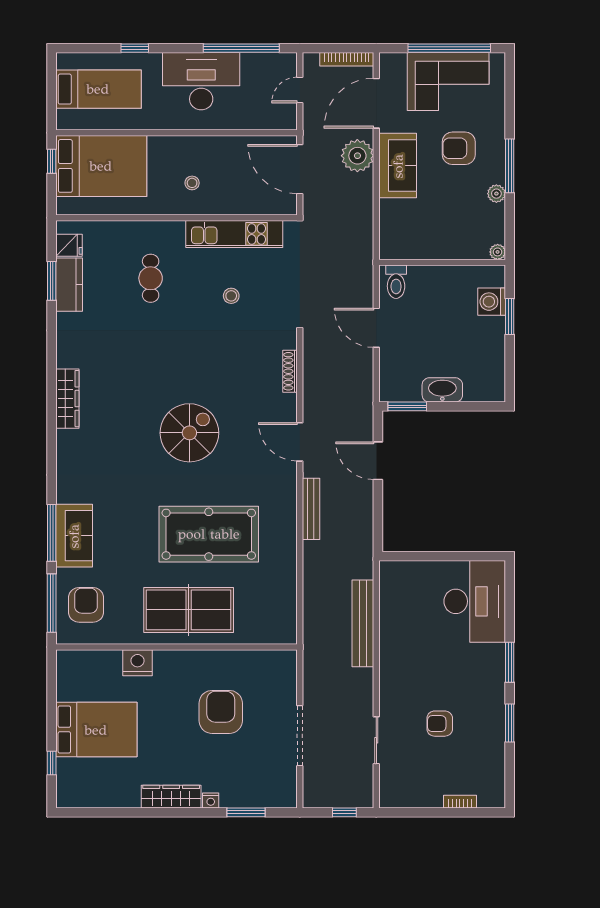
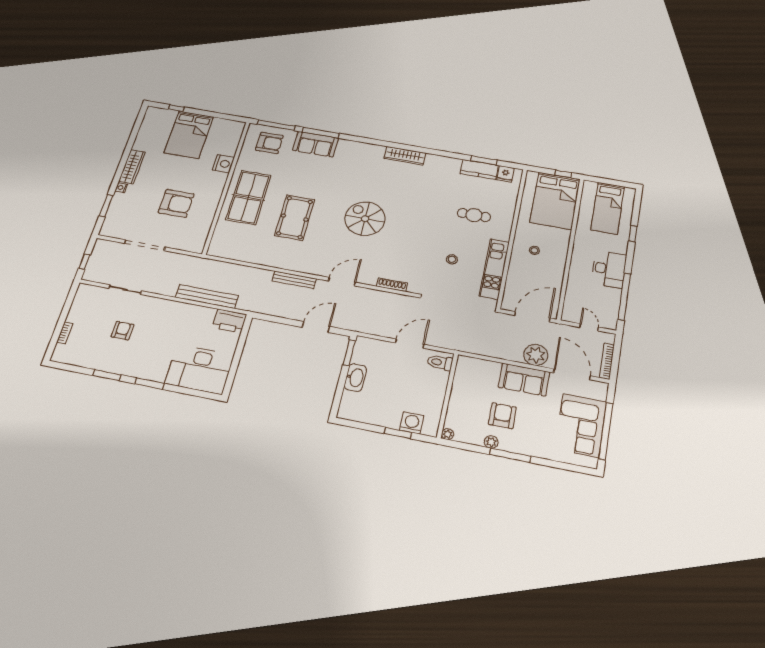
desk: (201, 81) -> (609, 269), width x0.73, depth x0.77
armchair: (459, 148) -> (502, 416), moved
spiral stairs: (189, 433) -> (365, 219), turned 180
pool table: (209, 534) -> (295, 218), width x0.73, depth x0.76
printer: (394, 581) -> (229, 321), added

